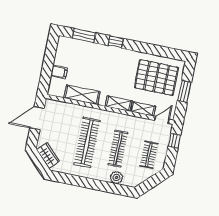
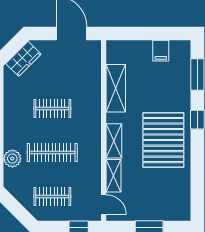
filing cabinet: (59, 72) -> (161, 51), moved
pallet: (156, 78) -> (163, 140), moved
clothes rail: (87, 142) -> (52, 108), width x0.54, depth x0.76

